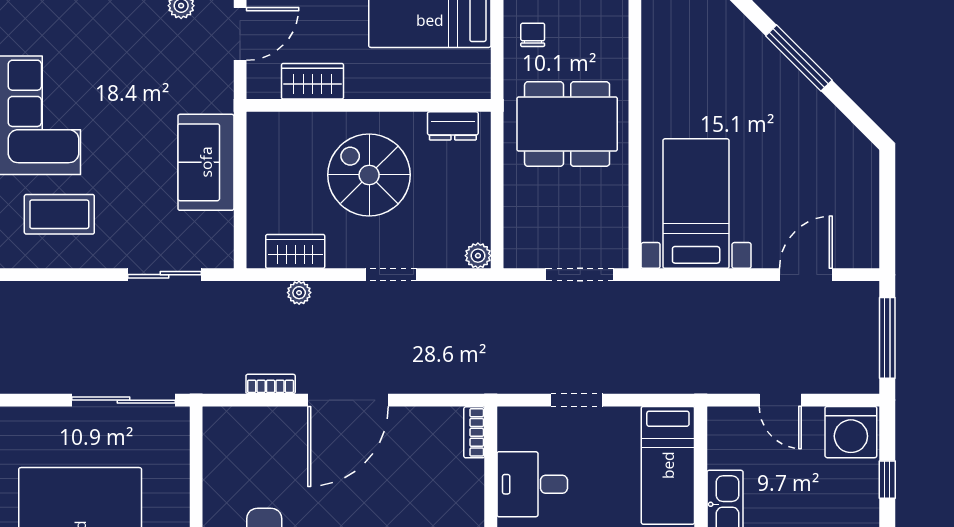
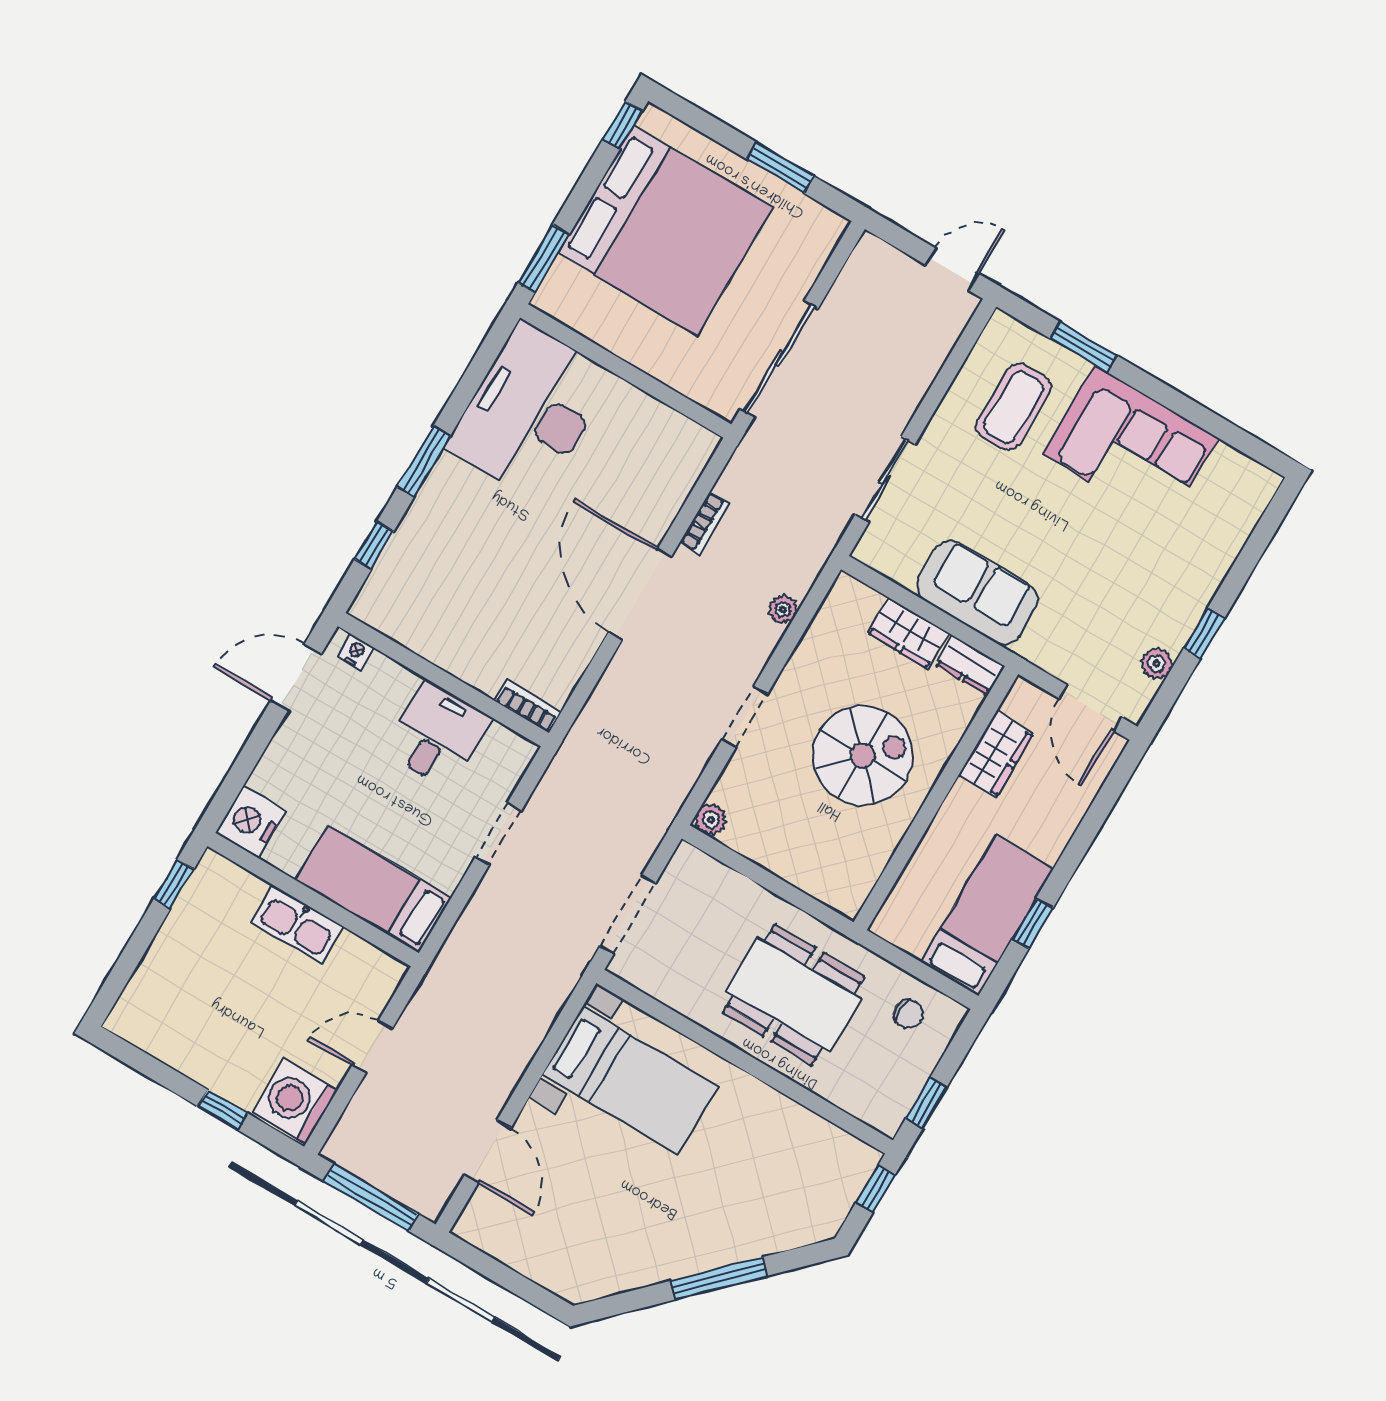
dining table: (567, 124) -> (793, 995), turned 90
dresser: (453, 126) -> (970, 665), moved, turned -90
wardrobe: (295, 251) -> (908, 633), moved, turned 90

